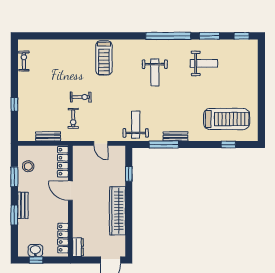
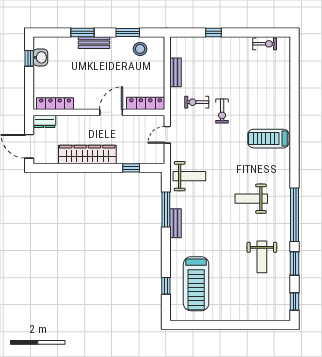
locker: (63, 162) -> (146, 103), moved
door: (70, 191) -> (111, 112), moved
wall: (70, 201) -> (99, 112), moved
locker: (63, 238) -> (55, 104), moved
dresser: (78, 247) -> (44, 121), moved

